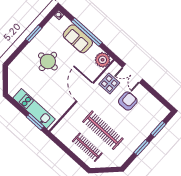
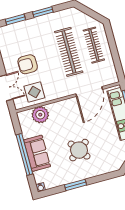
plant: (103, 60) -> (40, 115), moved
round table: (48, 61) -> (79, 150), turned -37
door: (85, 92) -> (89, 92), moved

